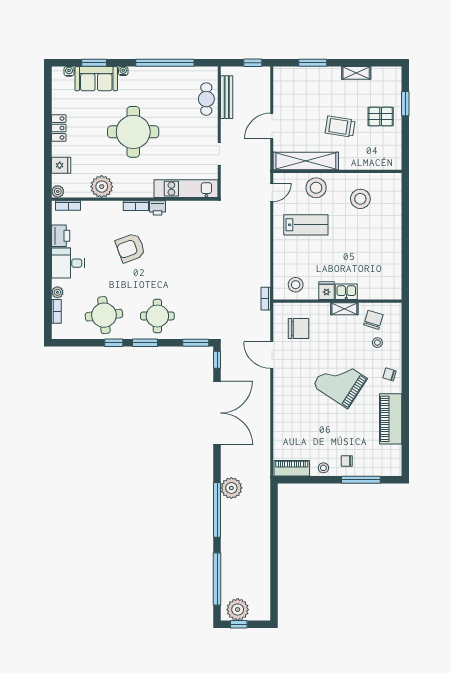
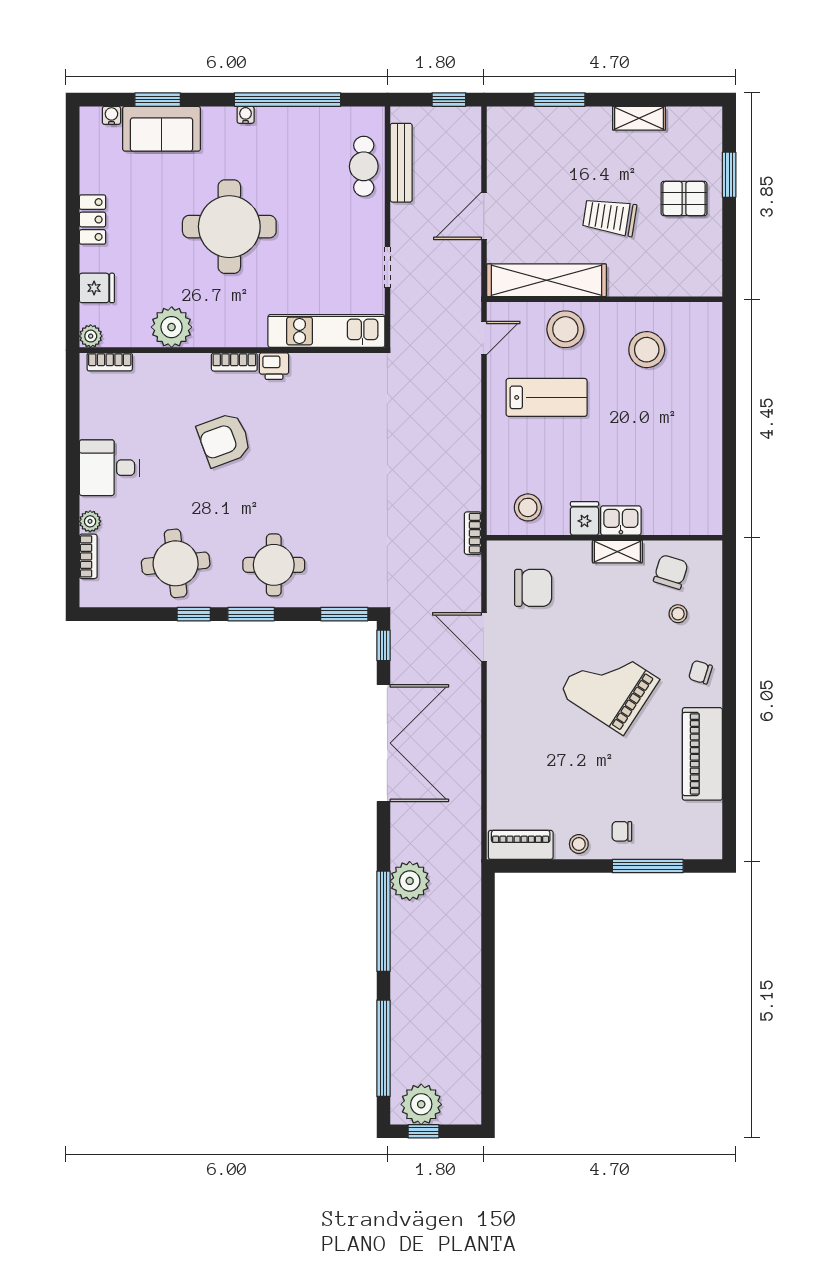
water cooler: (123, 71) -> (246, 115), moved
printer: (61, 236) -> (96, 418), removed

